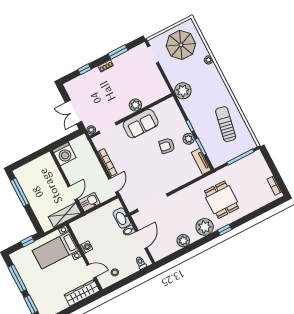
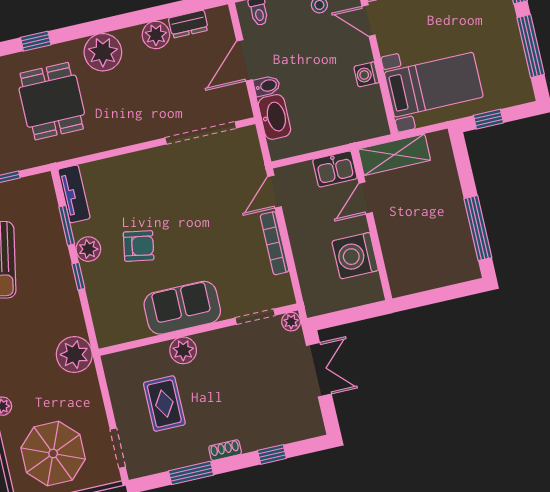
rug: (138, 79) -> (164, 404), added
washing machine: (64, 154) -> (355, 256), moved, turned -90
window: (225, 230) -> (36, 41), moved
dresser: (170, 249) -> (188, 24), added

